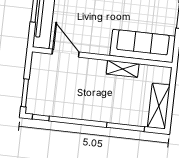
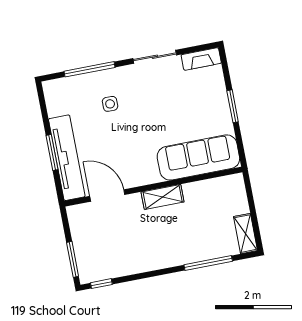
shelving: (123, 69) -> (163, 197), moved
shelving: (159, 106) -> (245, 234), width x0.67, depth x0.75

